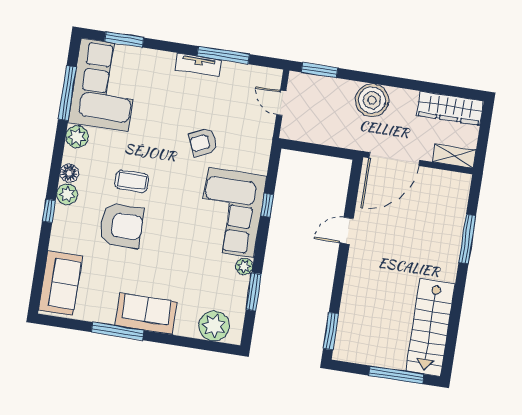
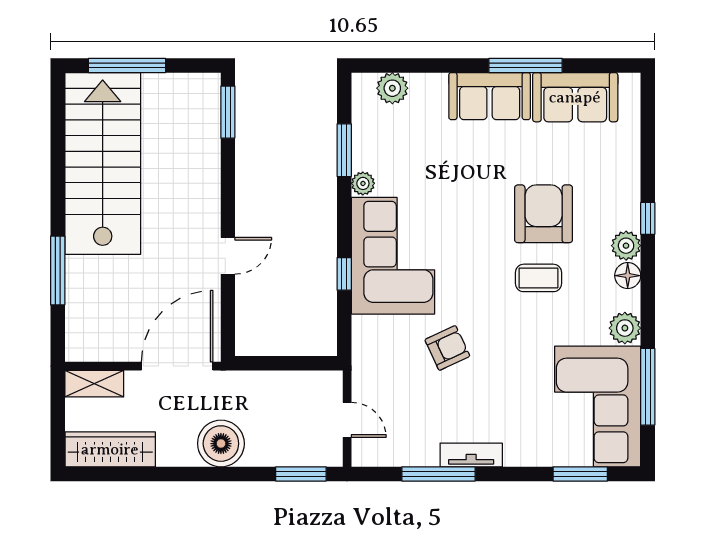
armchair: (121, 225) -> (544, 214), turned 90
sofa: (60, 283) -> (575, 97), moved, turned -90
plant: (214, 326) -> (392, 88), width x0.73, depth x0.73
stairs: (430, 327) -> (103, 163), width x1.36, depth x1.51

